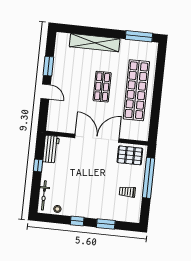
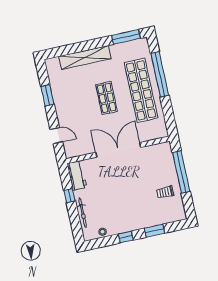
window: (159, 81) -> (160, 74), added
door: (46, 92) -> (56, 136), moved
pallet: (130, 155) -> (156, 156), removed
bicycle: (44, 195) -> (83, 213), moved

